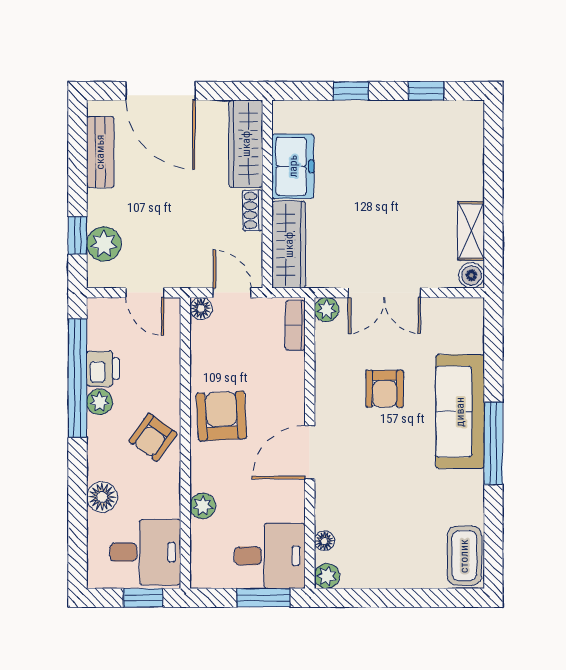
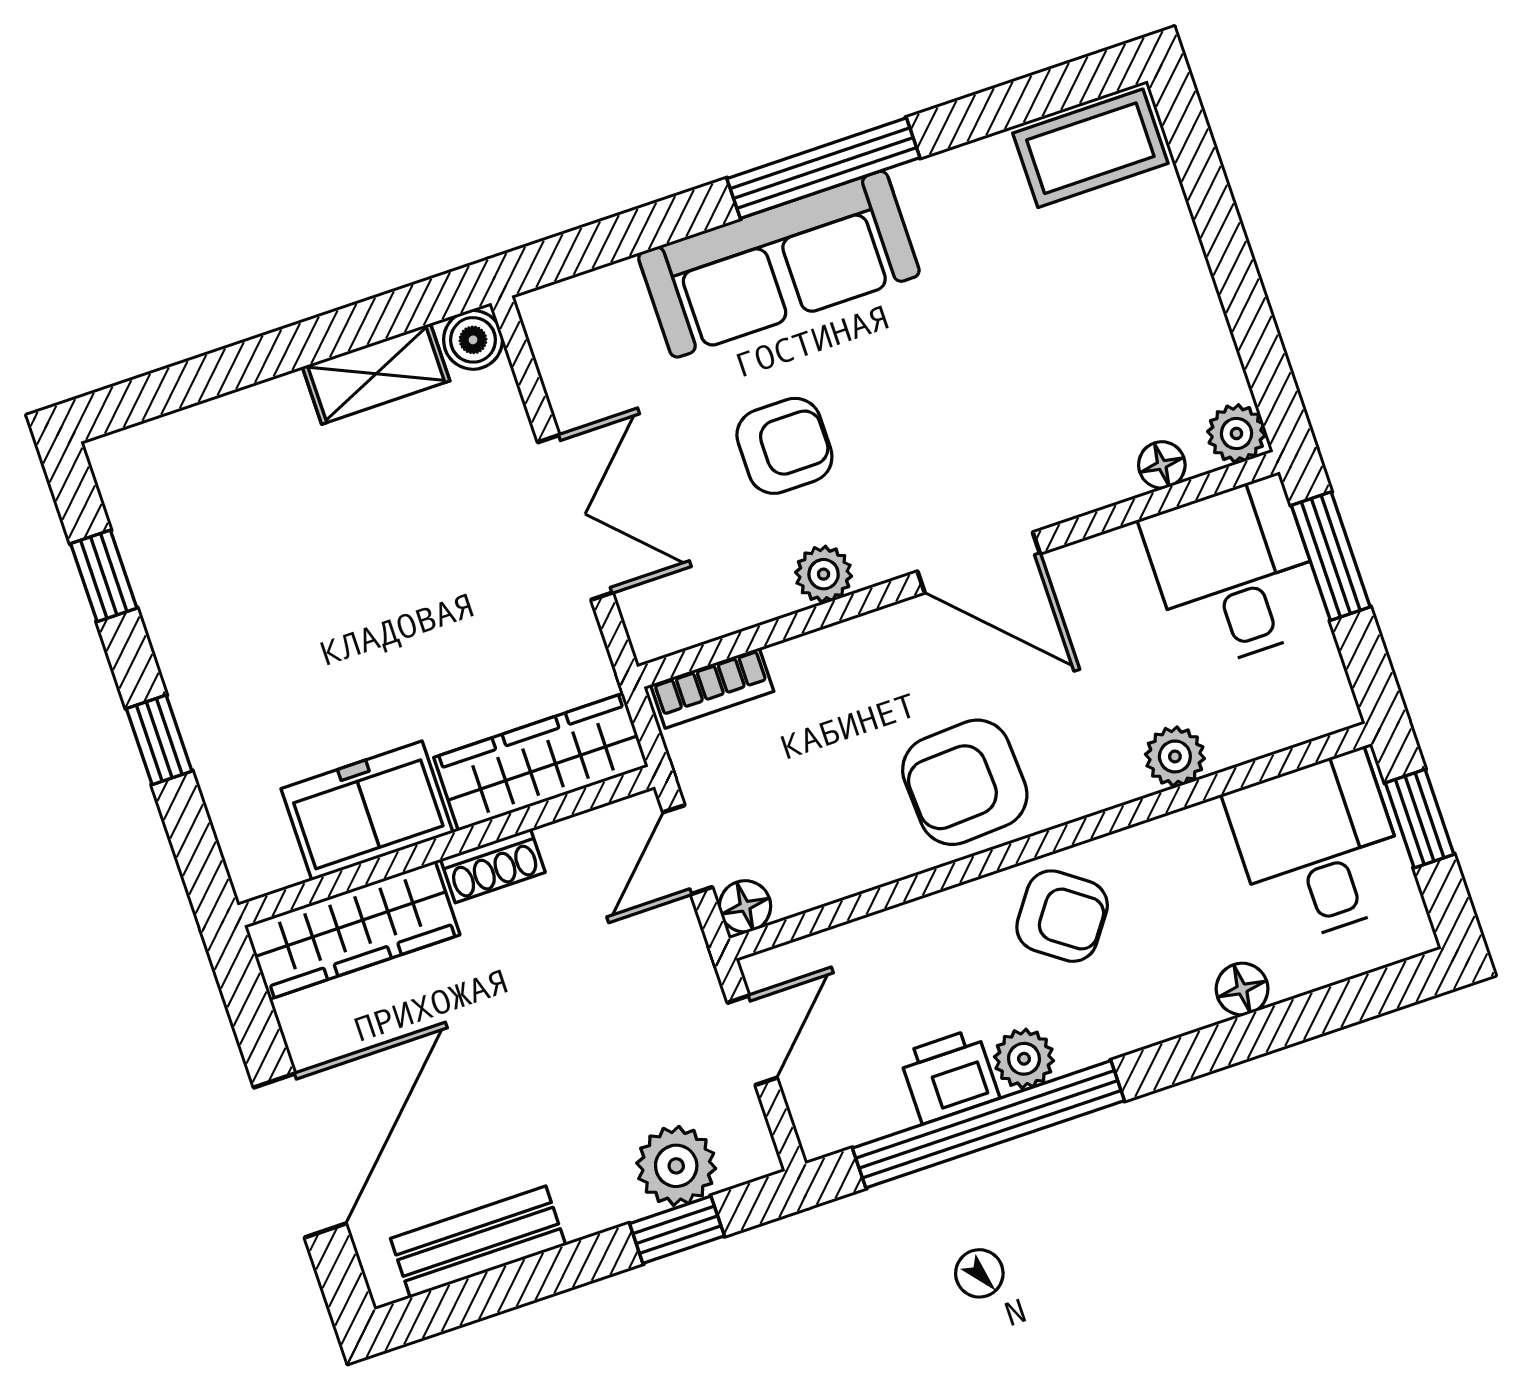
plant: (327, 309) -> (824, 574), moved
floor lamp: (102, 497) -> (1242, 989), width x0.73, depth x0.73

